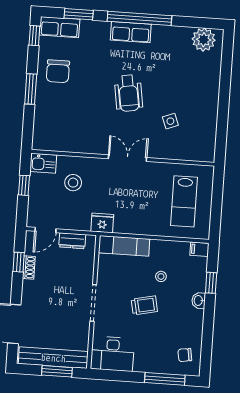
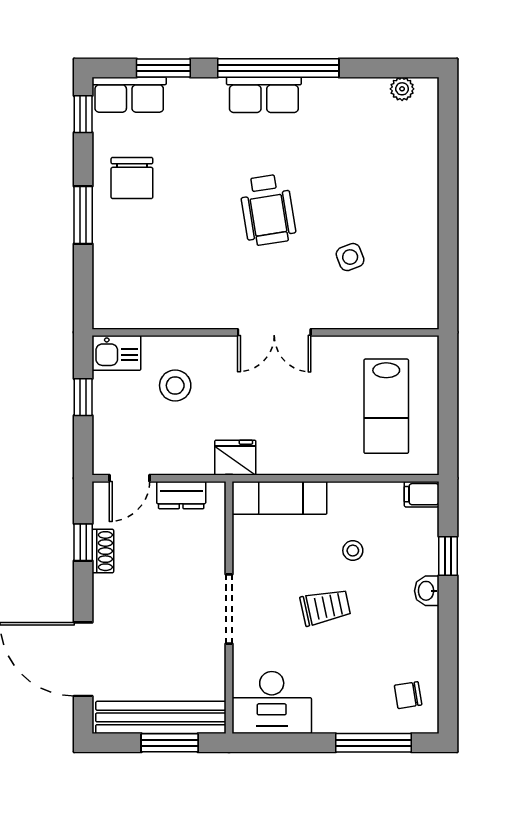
plant: (204, 40) -> (402, 89), width x0.53, depth x0.53
double door: (127, 158) -> (274, 332), swing flipped

